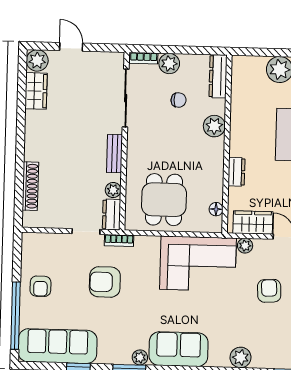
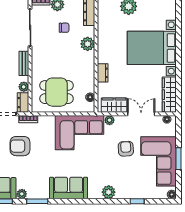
dining table: (164, 200) -> (57, 92), turned 90
plant: (140, 357) -> (22, 194), moved

